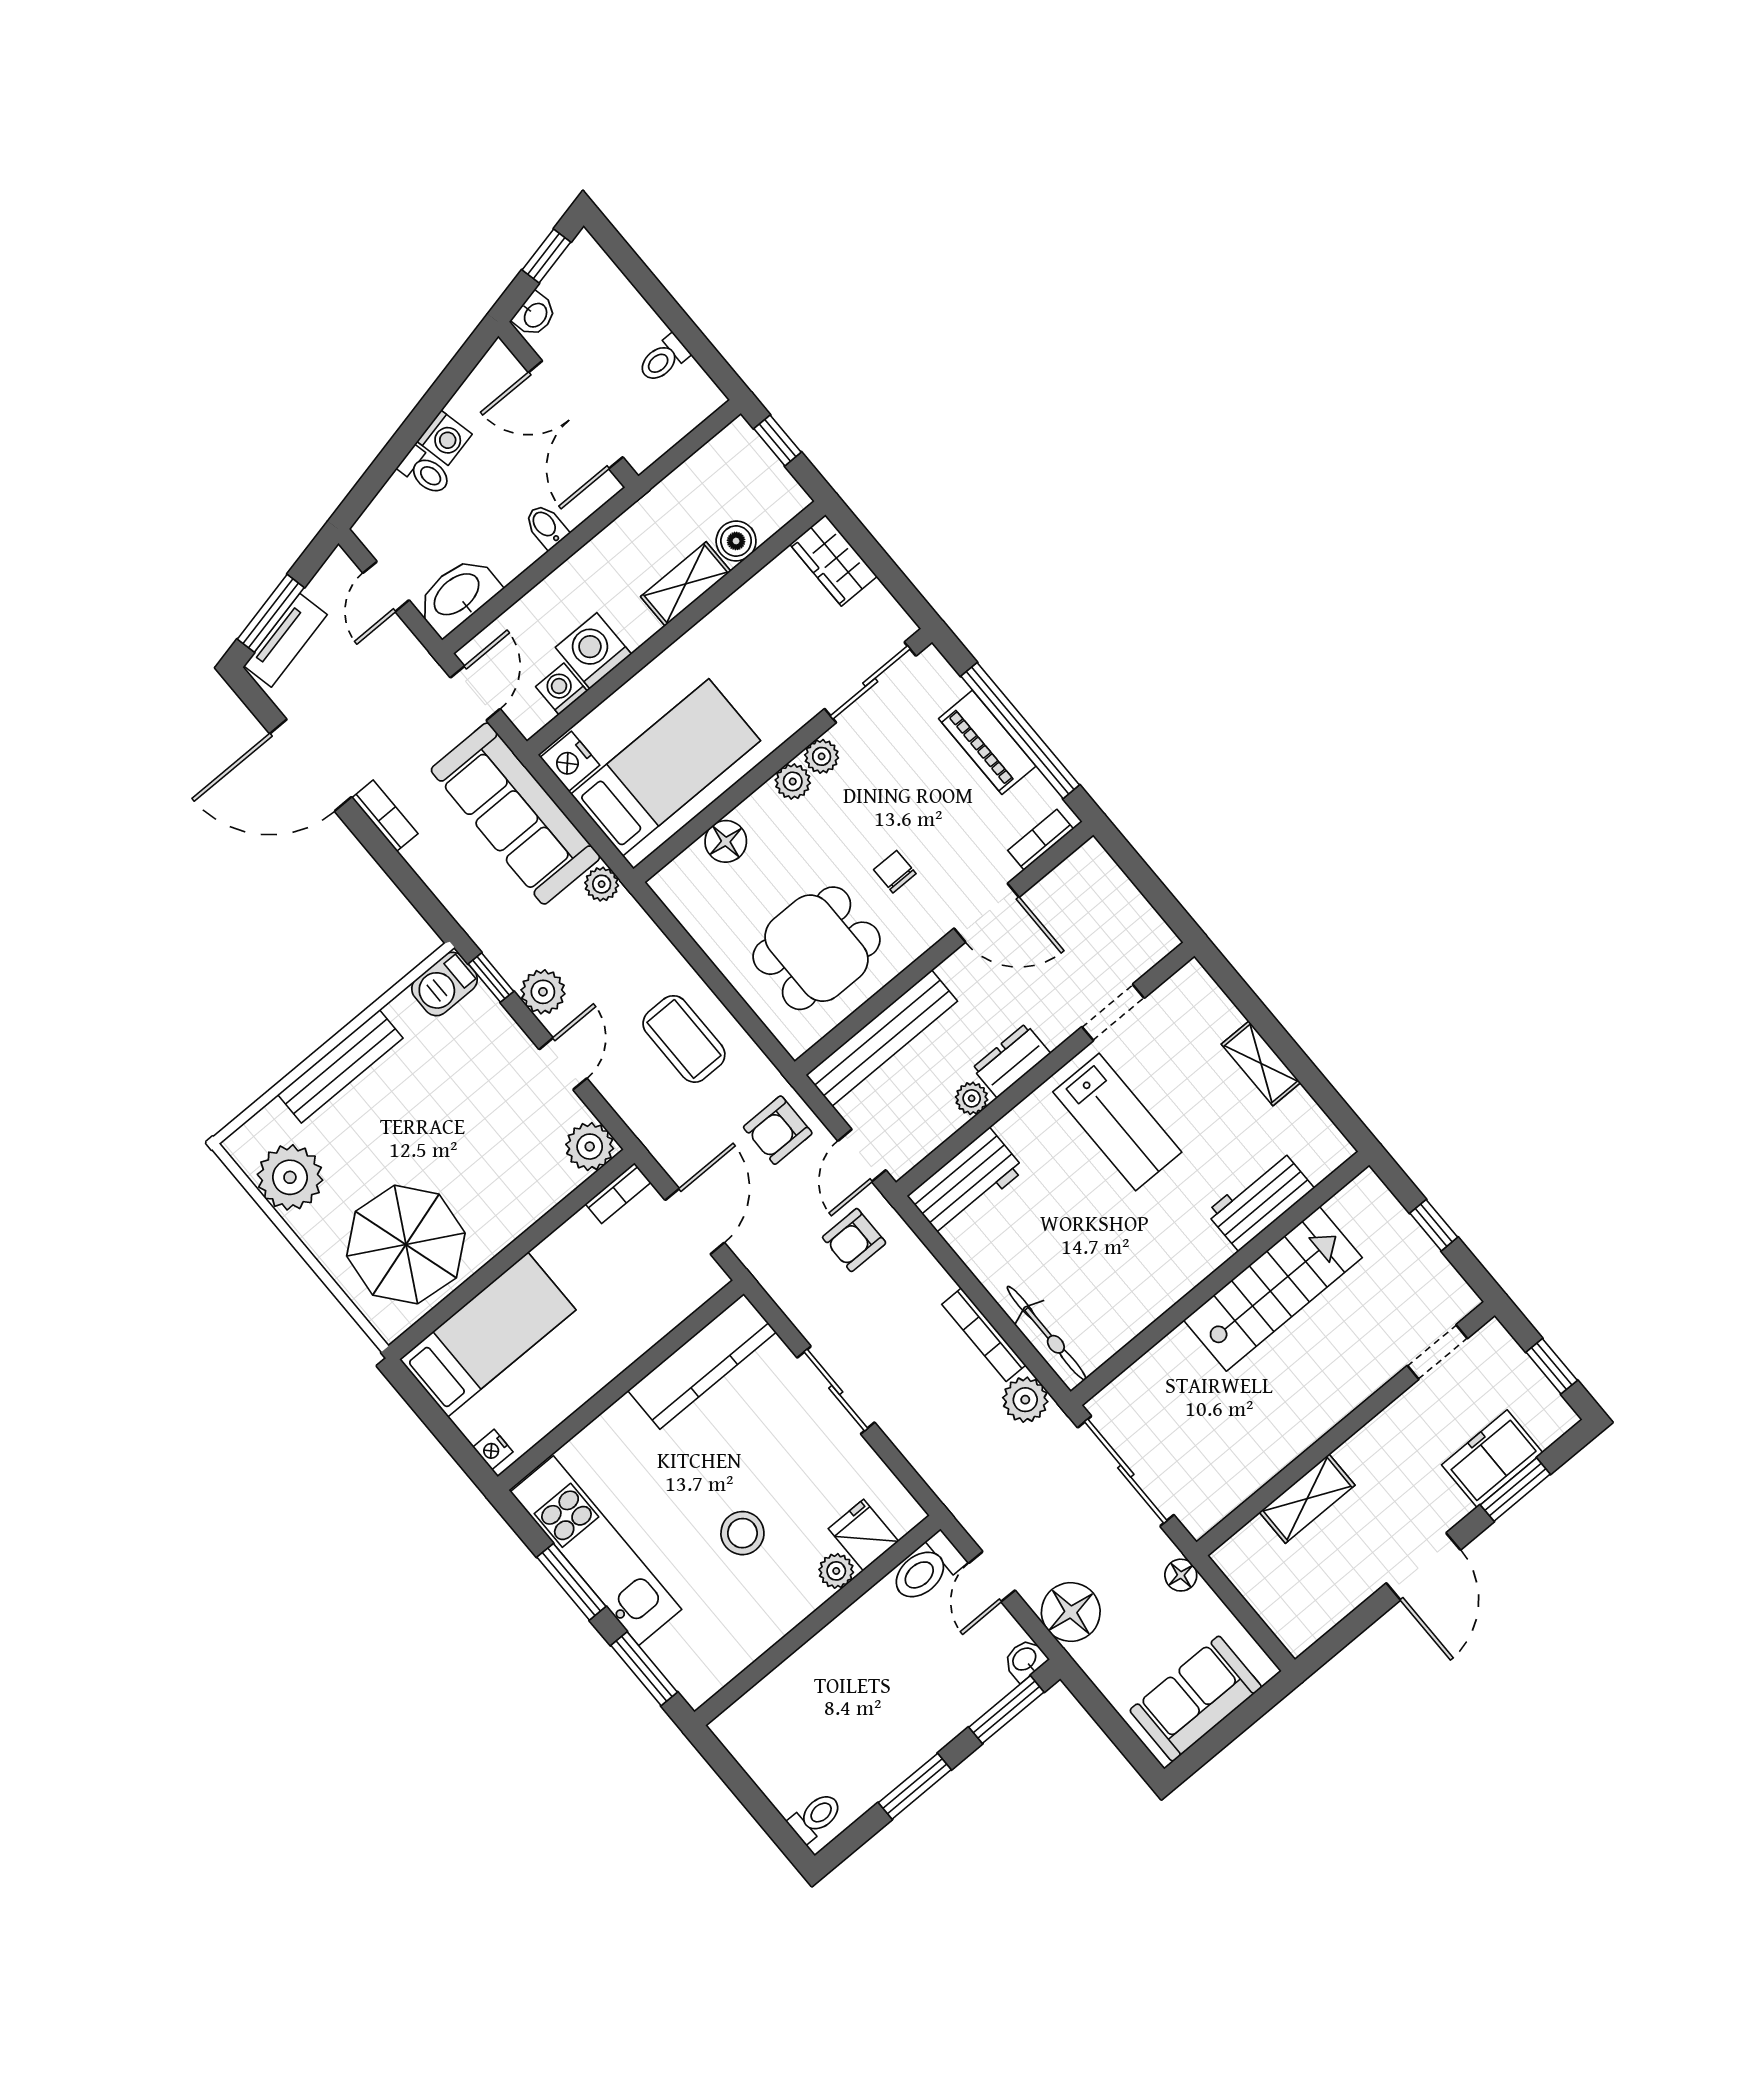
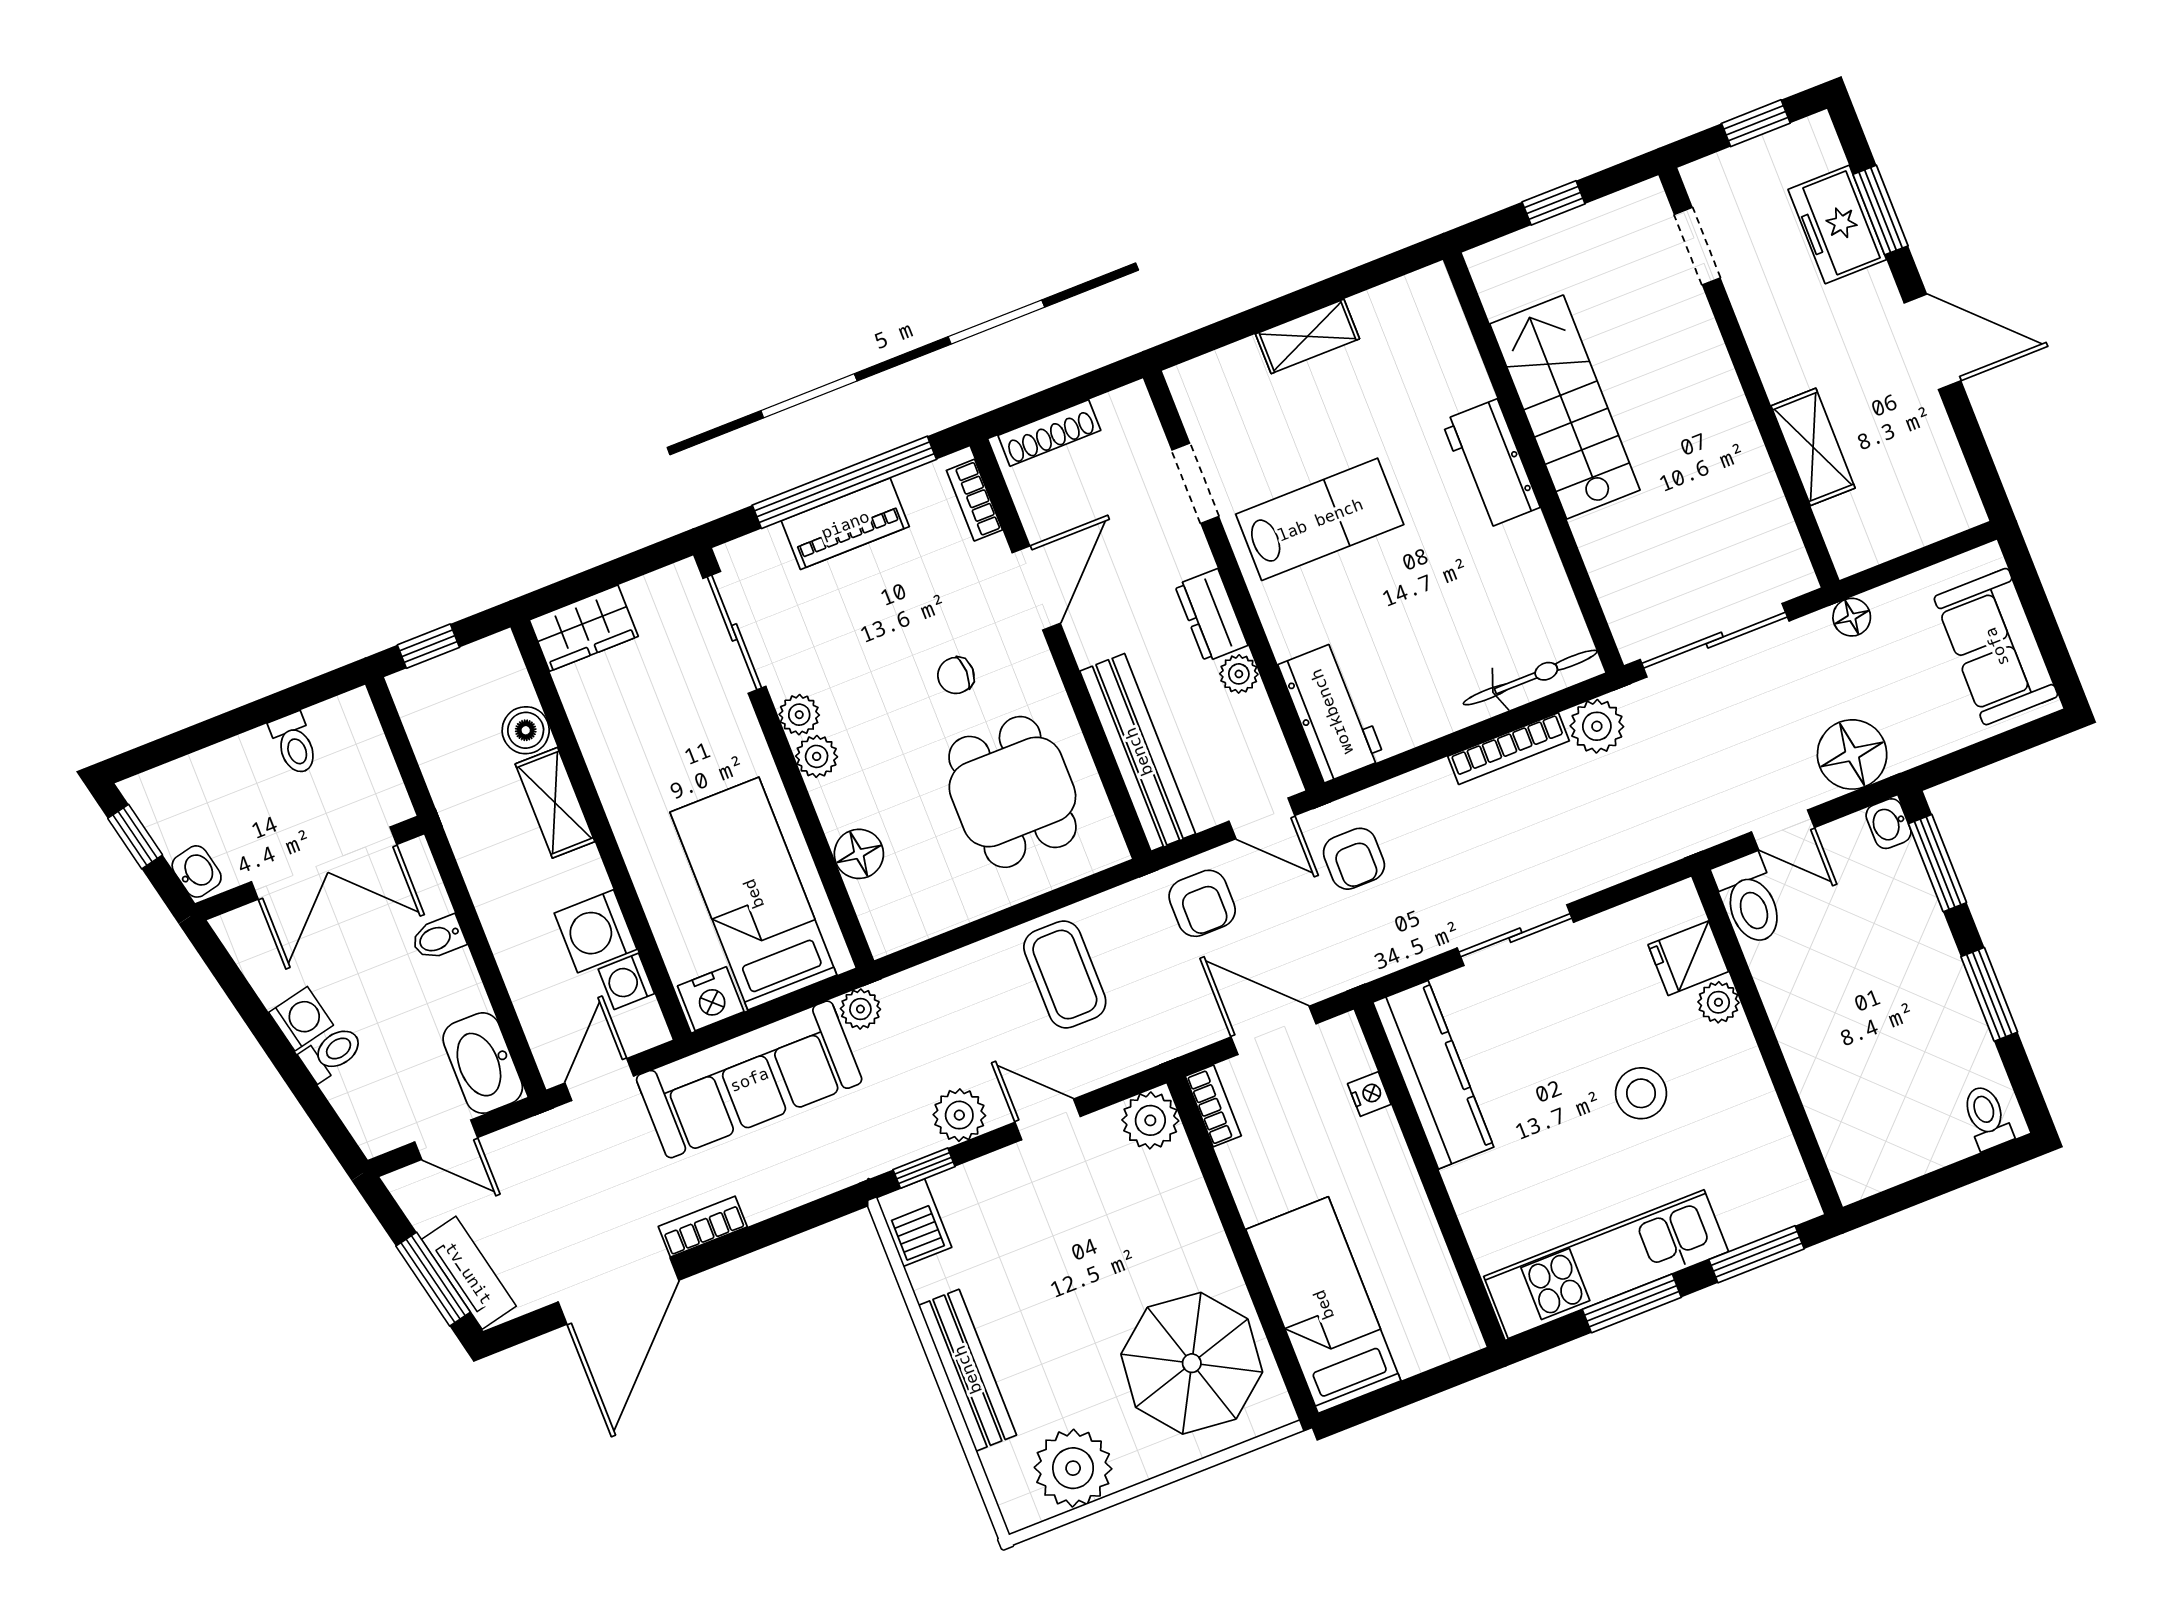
door: (475, 693) -> (599, 1080), hinge flipped
shoe rack: (1114, 882) -> (1049, 433), added
coffee table: (684, 1039) -> (1065, 975), turned 90
workbench: (1260, 1200) -> (1491, 464), moved
nightstand: (493, 1449) -> (1369, 1094), moved, turned -90

